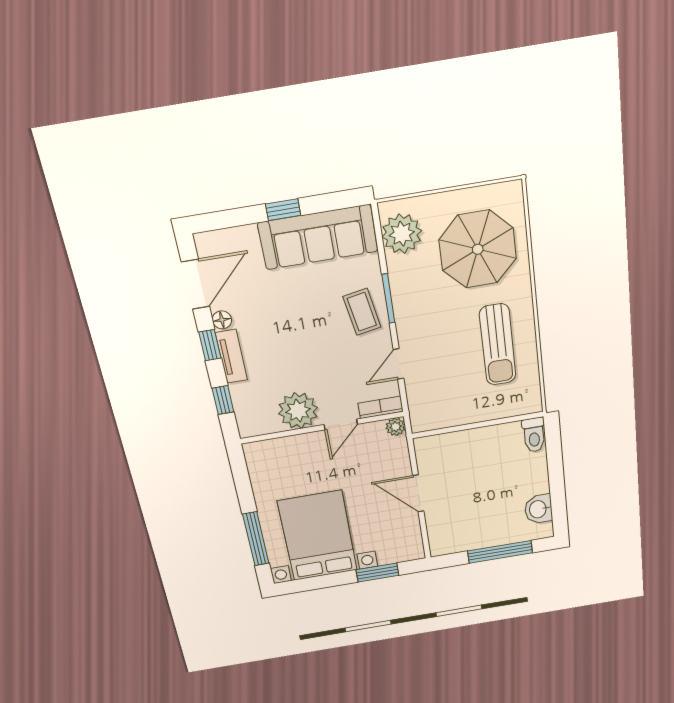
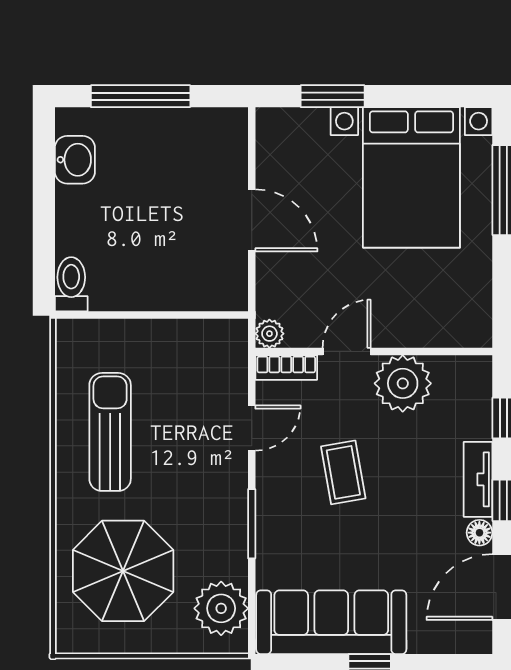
coffee table: (362, 312) -> (343, 472), moved

